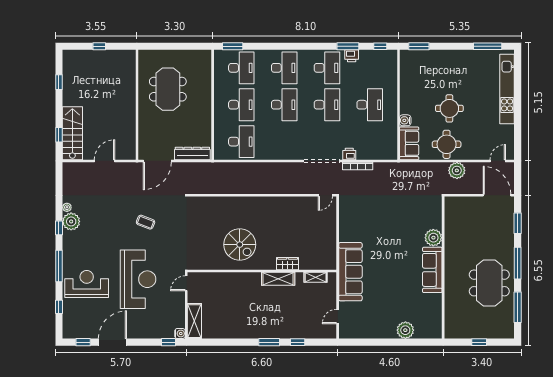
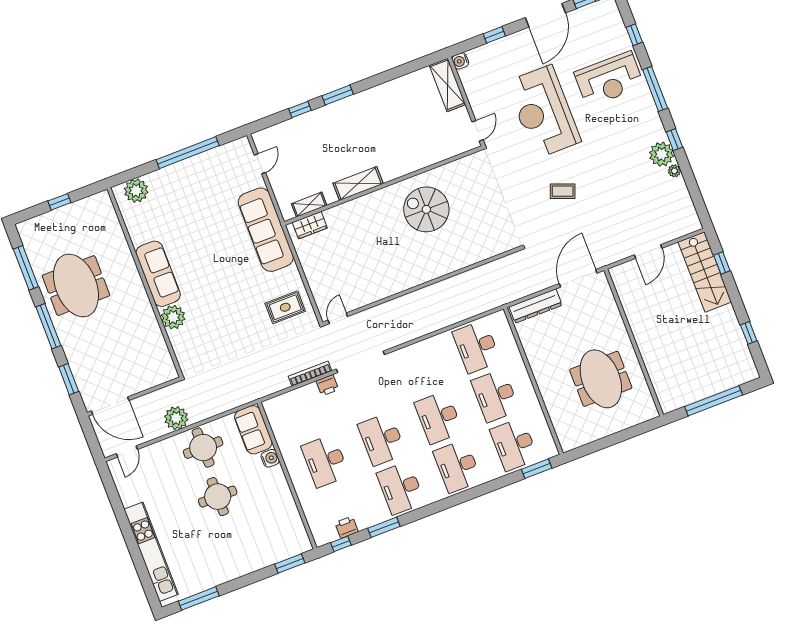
window: (99, 46) -> (714, 401), width x3.17
printer: (352, 56) -> (347, 527), moved
rug: (357, 216) -> (285, 307), added
wardrobe: (287, 264) -> (310, 225), moved
plant: (405, 330) -> (136, 191), moved
window: (168, 342) -> (494, 35), moved
window: (382, 342) -> (188, 153), added

